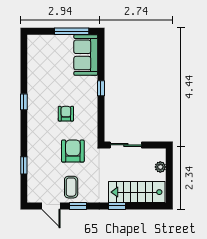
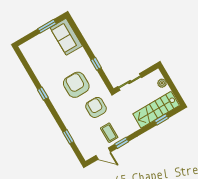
window: (72, 31) -> (47, 26), width x0.69
window: (101, 88) -> (96, 64), moved
armchair: (66, 114) -> (76, 85), width x1.88, depth x1.88
window: (117, 206) -> (161, 119), moved

